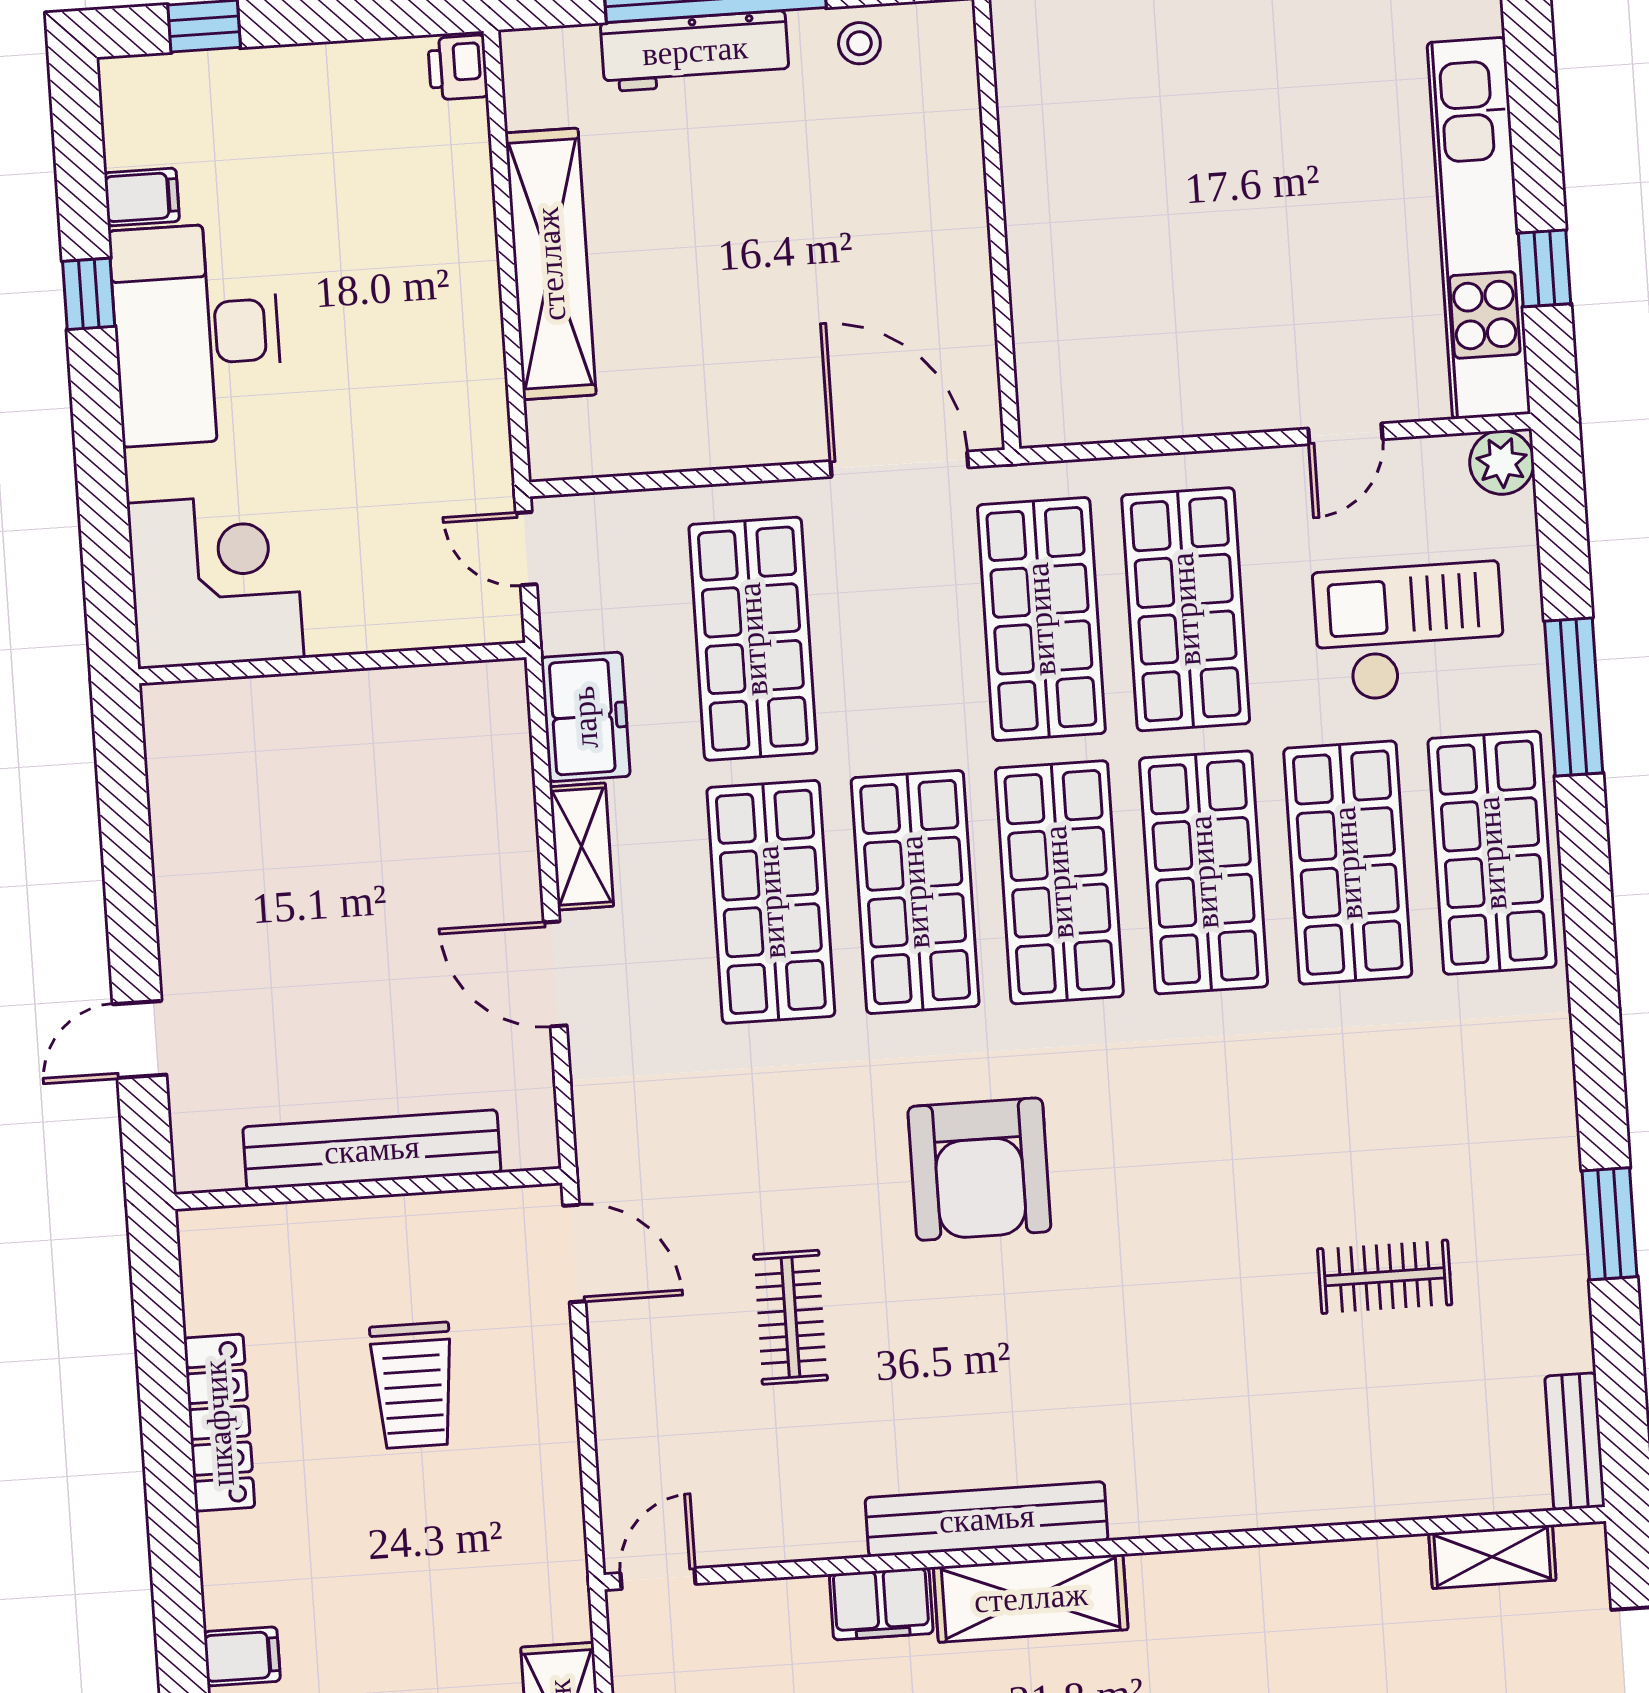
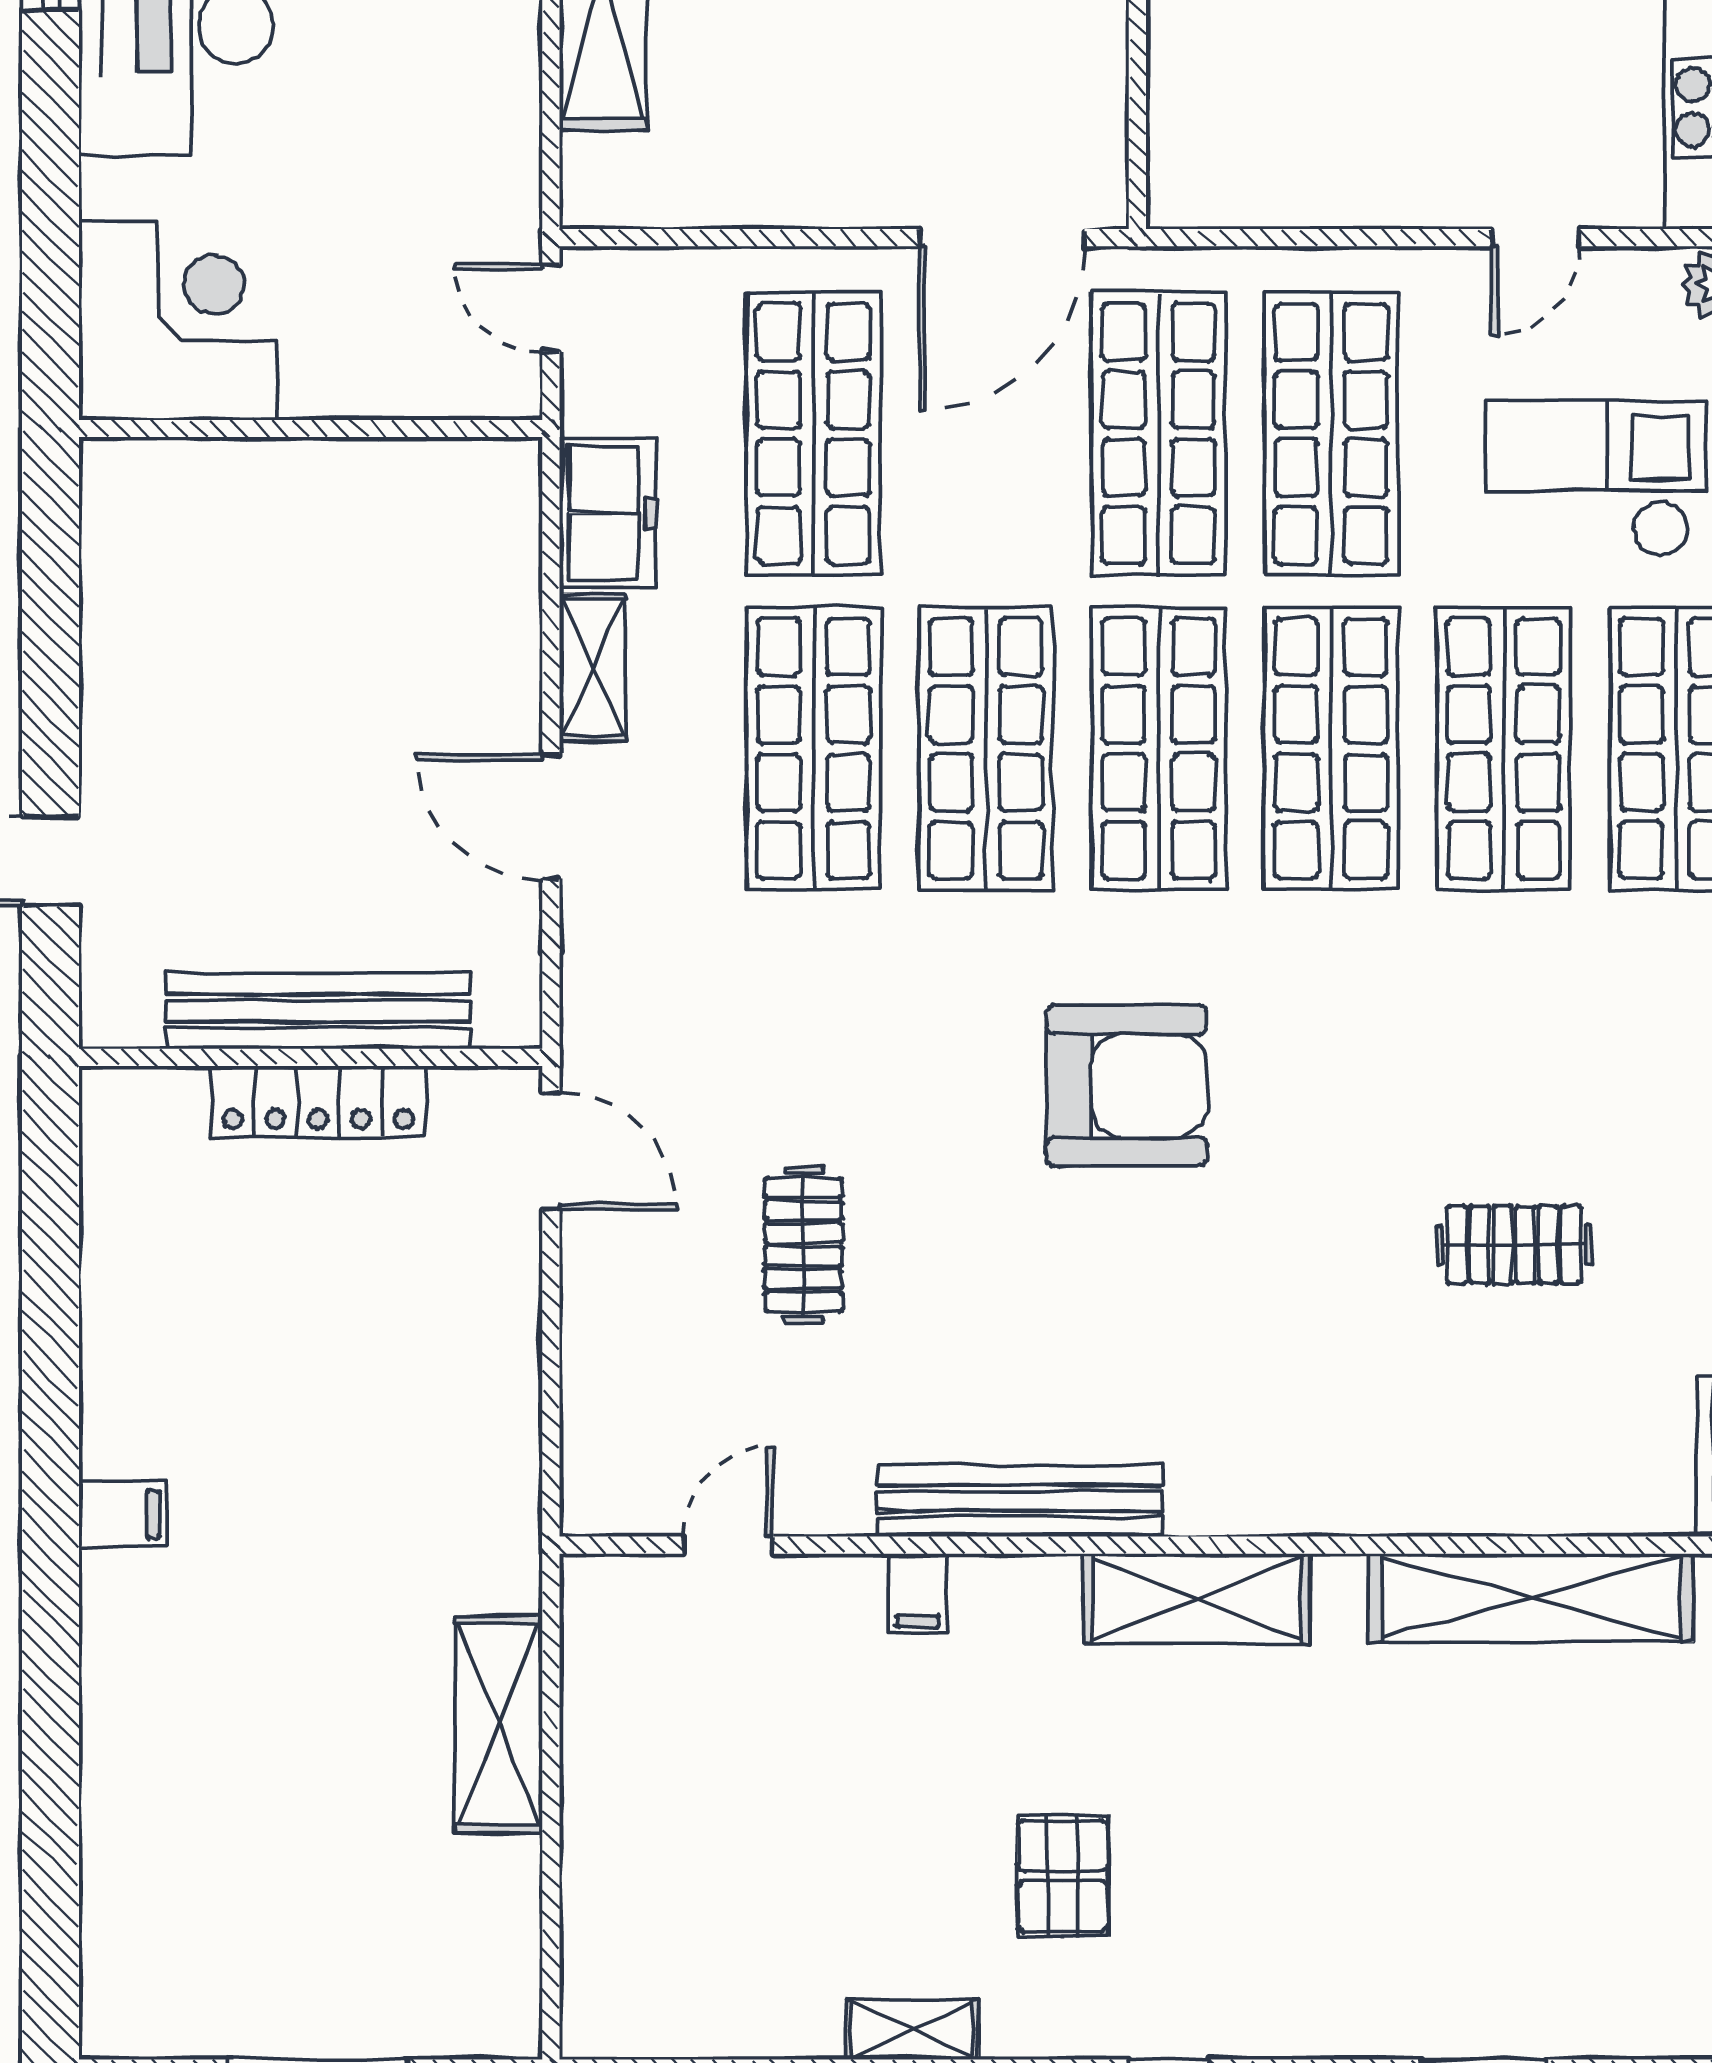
door: (899, 464) -> (1002, 238), swing flipped
armchair: (979, 1169) -> (1126, 1086), moved, turned -90
trolley: (413, 1385) -> (348, 1295), removed
locker: (219, 1423) -> (318, 1101), moved, turned 90
shelving: (1492, 1557) -> (1531, 1598), width x2.20, depth x1.33
door: (658, 1579) -> (728, 1545), moved
shelving: (1031, 1598) -> (1197, 1599), moved
filing cabinet: (881, 1604) -> (918, 1593), width x0.50
filing cabinet: (242, 1656) -> (122, 1514), moved

